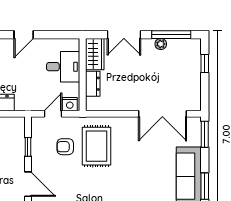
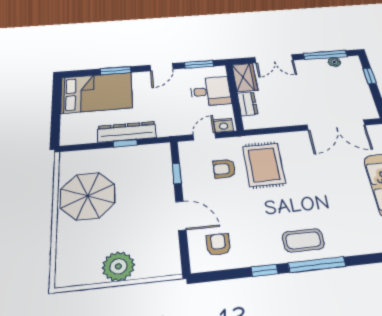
window: (57, 35) -> (199, 64), added
plant: (161, 44) -> (334, 62), moved

